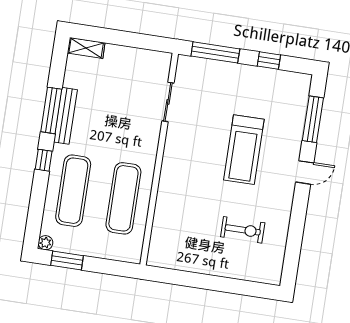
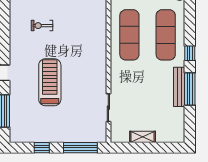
shelving: (86, 48) -> (143, 137), moved
exercise bike: (243, 230) -> (42, 26), width x0.73, depth x0.72

